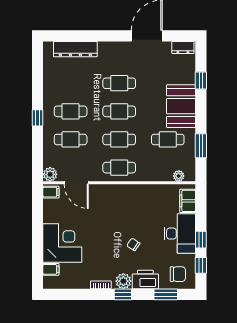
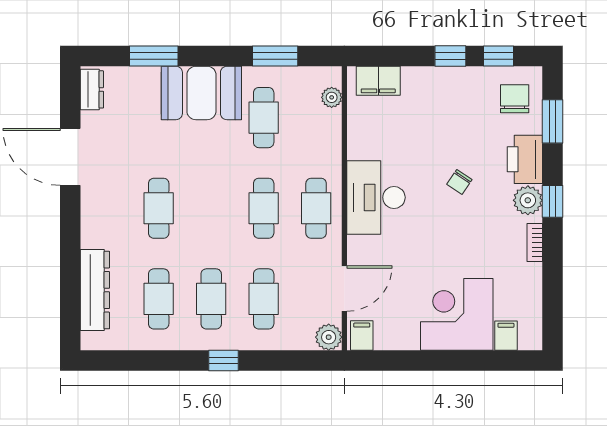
window: (201, 81) -> (154, 56), width x1.50
cafe table: (119, 111) -> (159, 299), moved
desk: (180, 234) -> (376, 197), moved, turned -90

